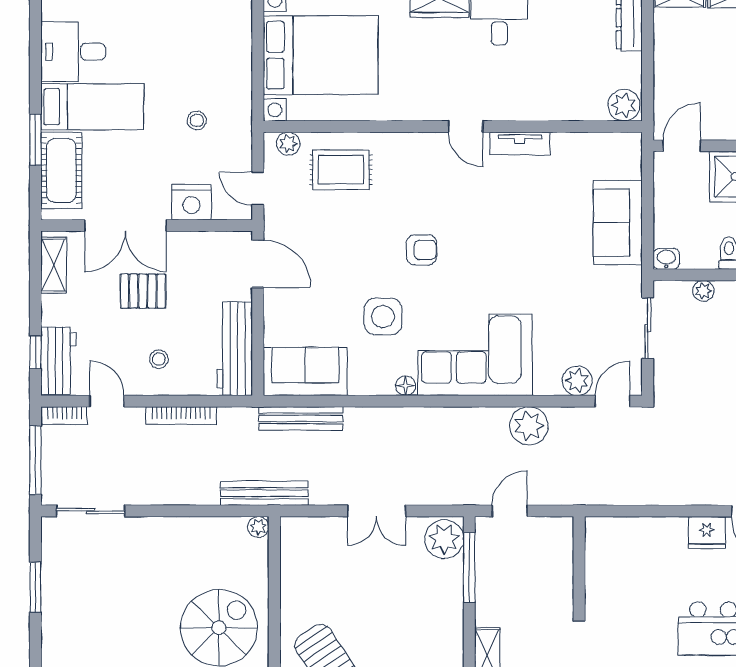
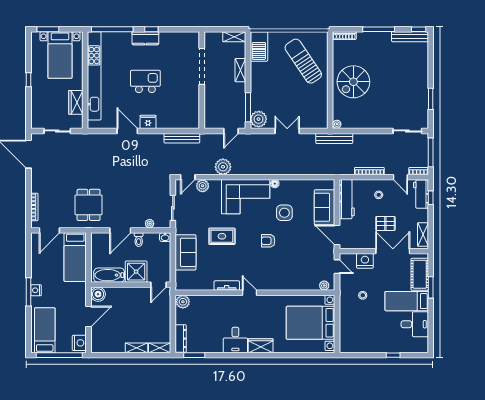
rug: (341, 170) -> (222, 236), moved
sofa: (305, 371) -> (325, 207), moved, turned 90
bench: (301, 418) -> (182, 138), moved

